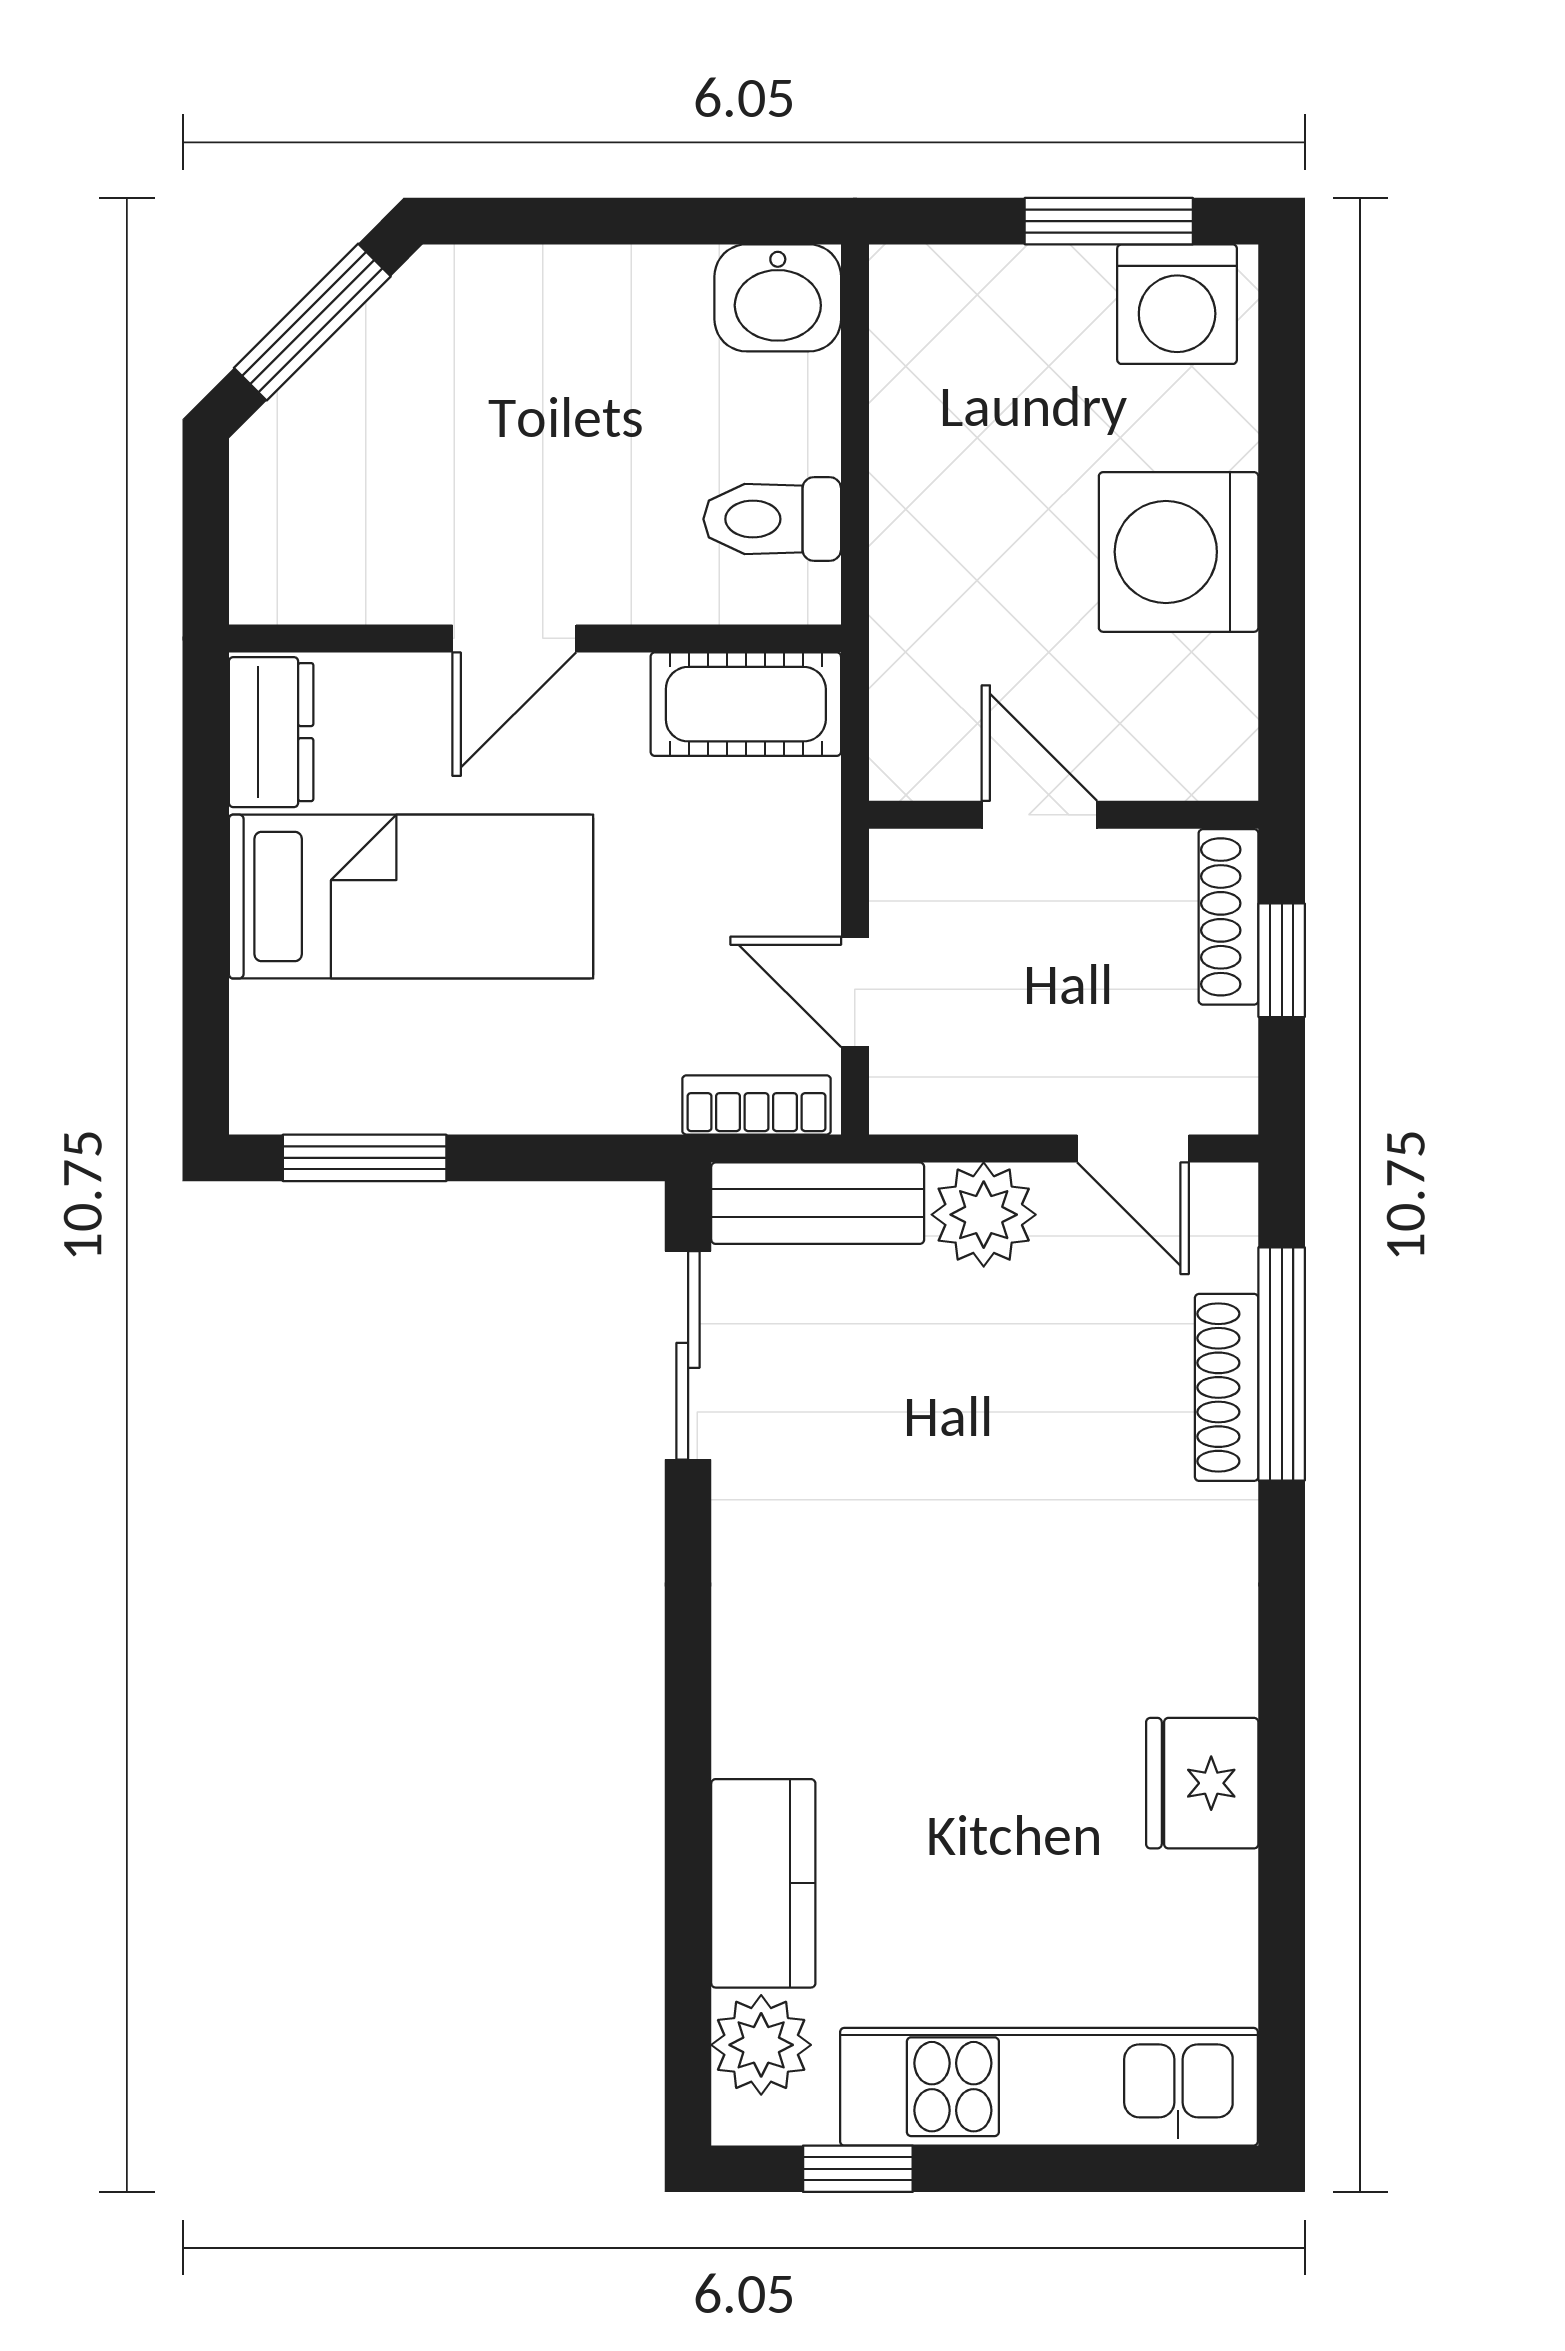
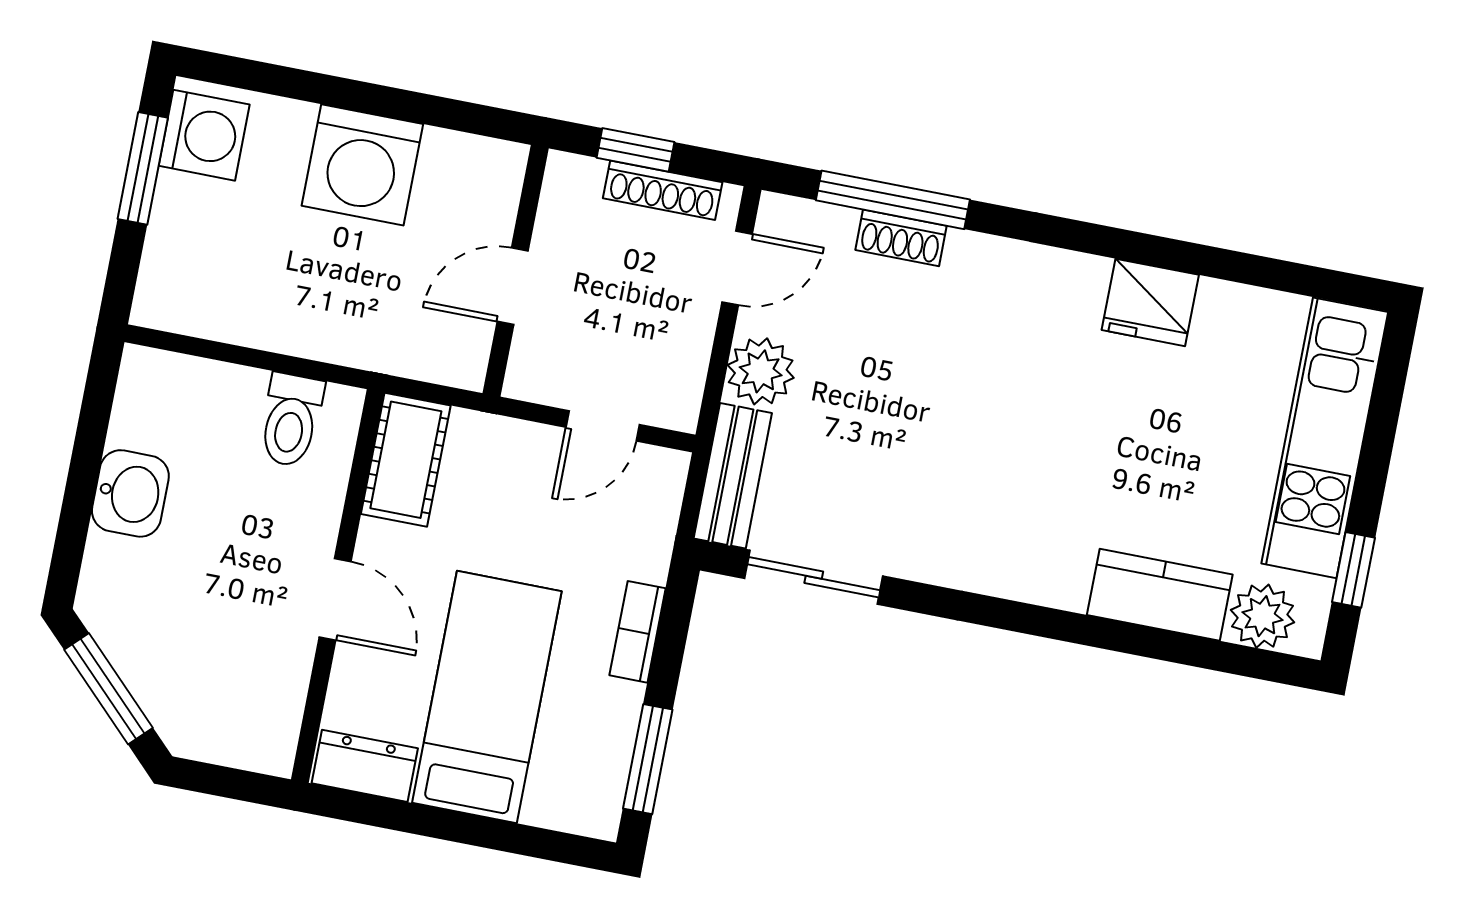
washbasin: (778, 298) -> (130, 493), moved
shoe rack: (1229, 917) -> (663, 190), moved
bookcase: (757, 1105) -> (638, 632), moved
shoe rack: (1227, 1387) -> (901, 238), width x0.70

